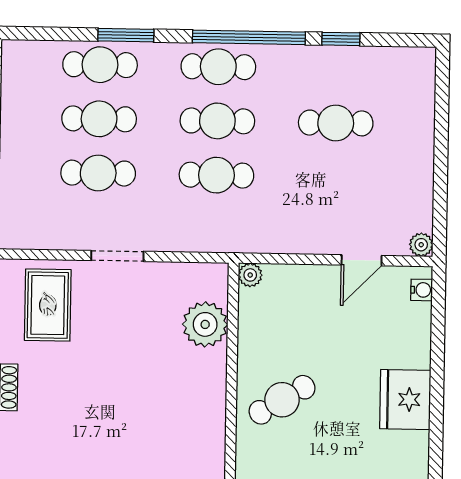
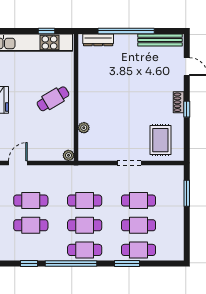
cafe table: (335, 177) -> (31, 201), added
plant: (205, 324) -> (84, 128), width x0.53, depth x0.53

